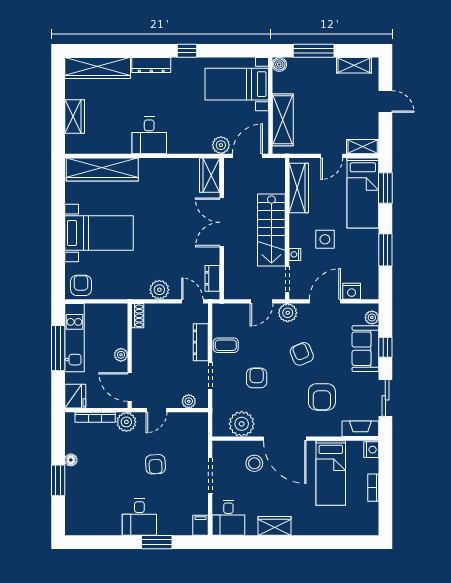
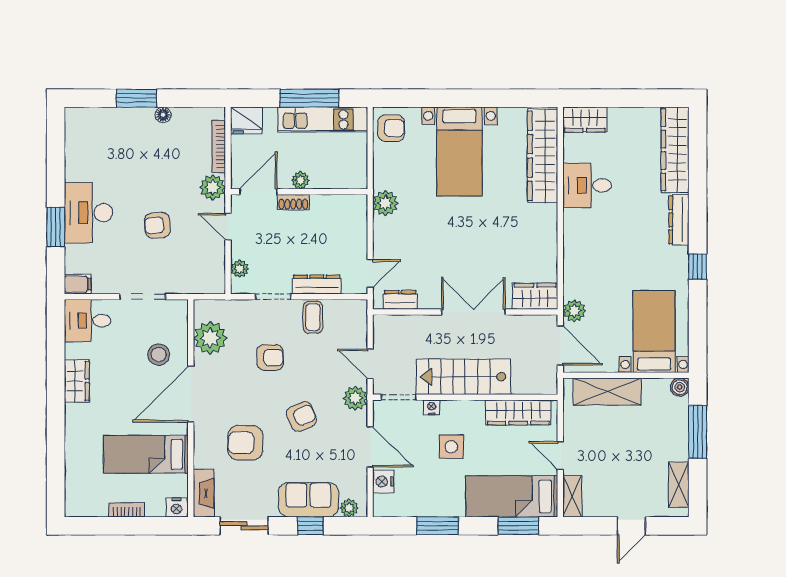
wardrobe: (75, 117) -> (585, 120), moved
desk: (149, 135) -> (587, 185), moved
plant: (159, 290) -> (385, 203), moved
shoe rack: (138, 316) -> (293, 202), moved
desk: (139, 517) -> (88, 213), width x1.37

